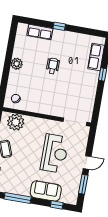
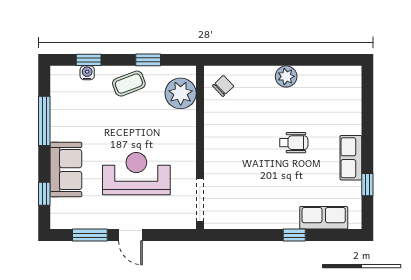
window: (59, 26) -> (367, 185), moved
row of seats: (40, 32) -> (351, 158), moved
reception desk: (55, 153) -> (136, 174), turned 180

